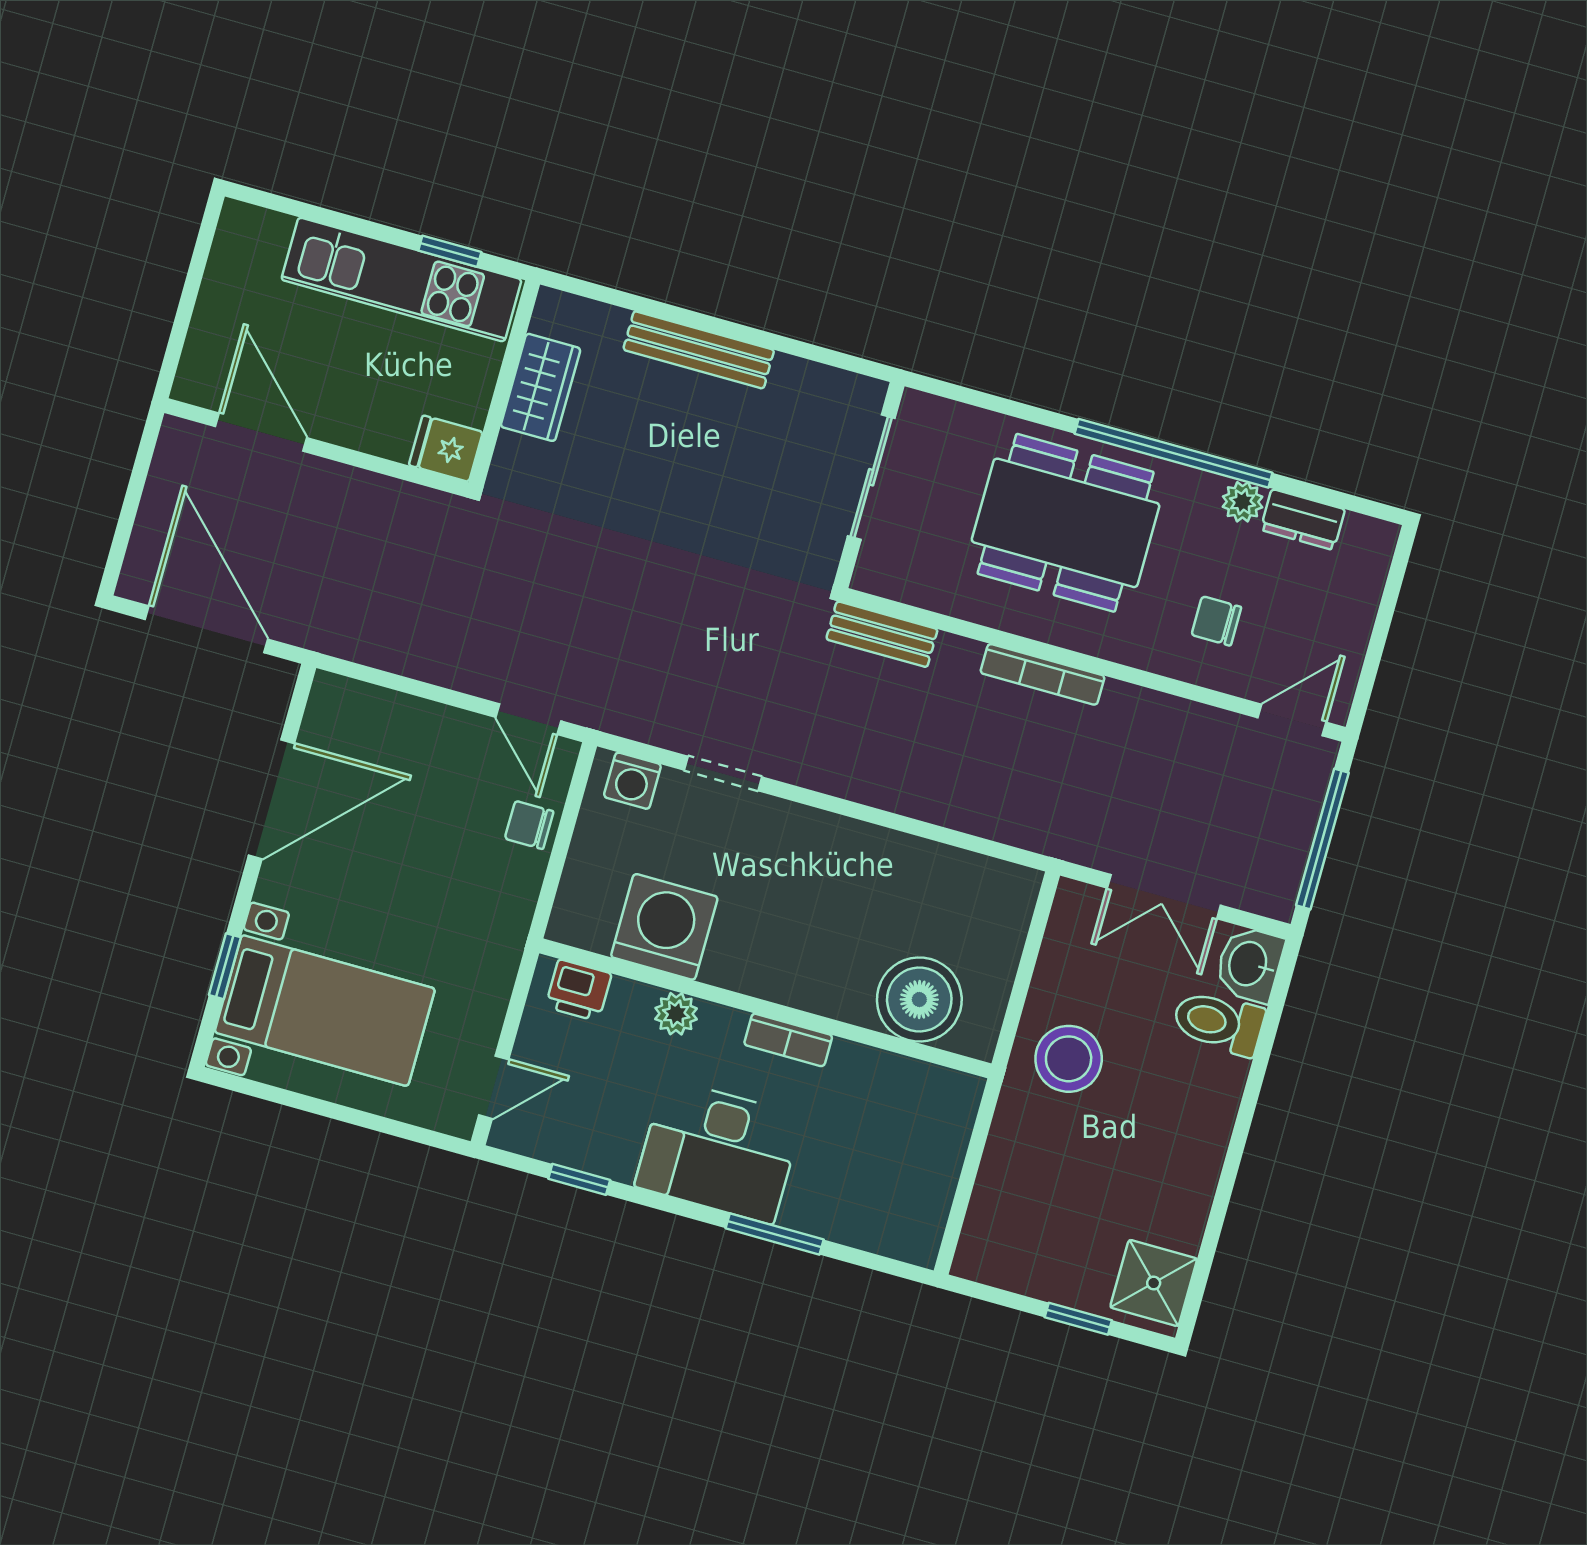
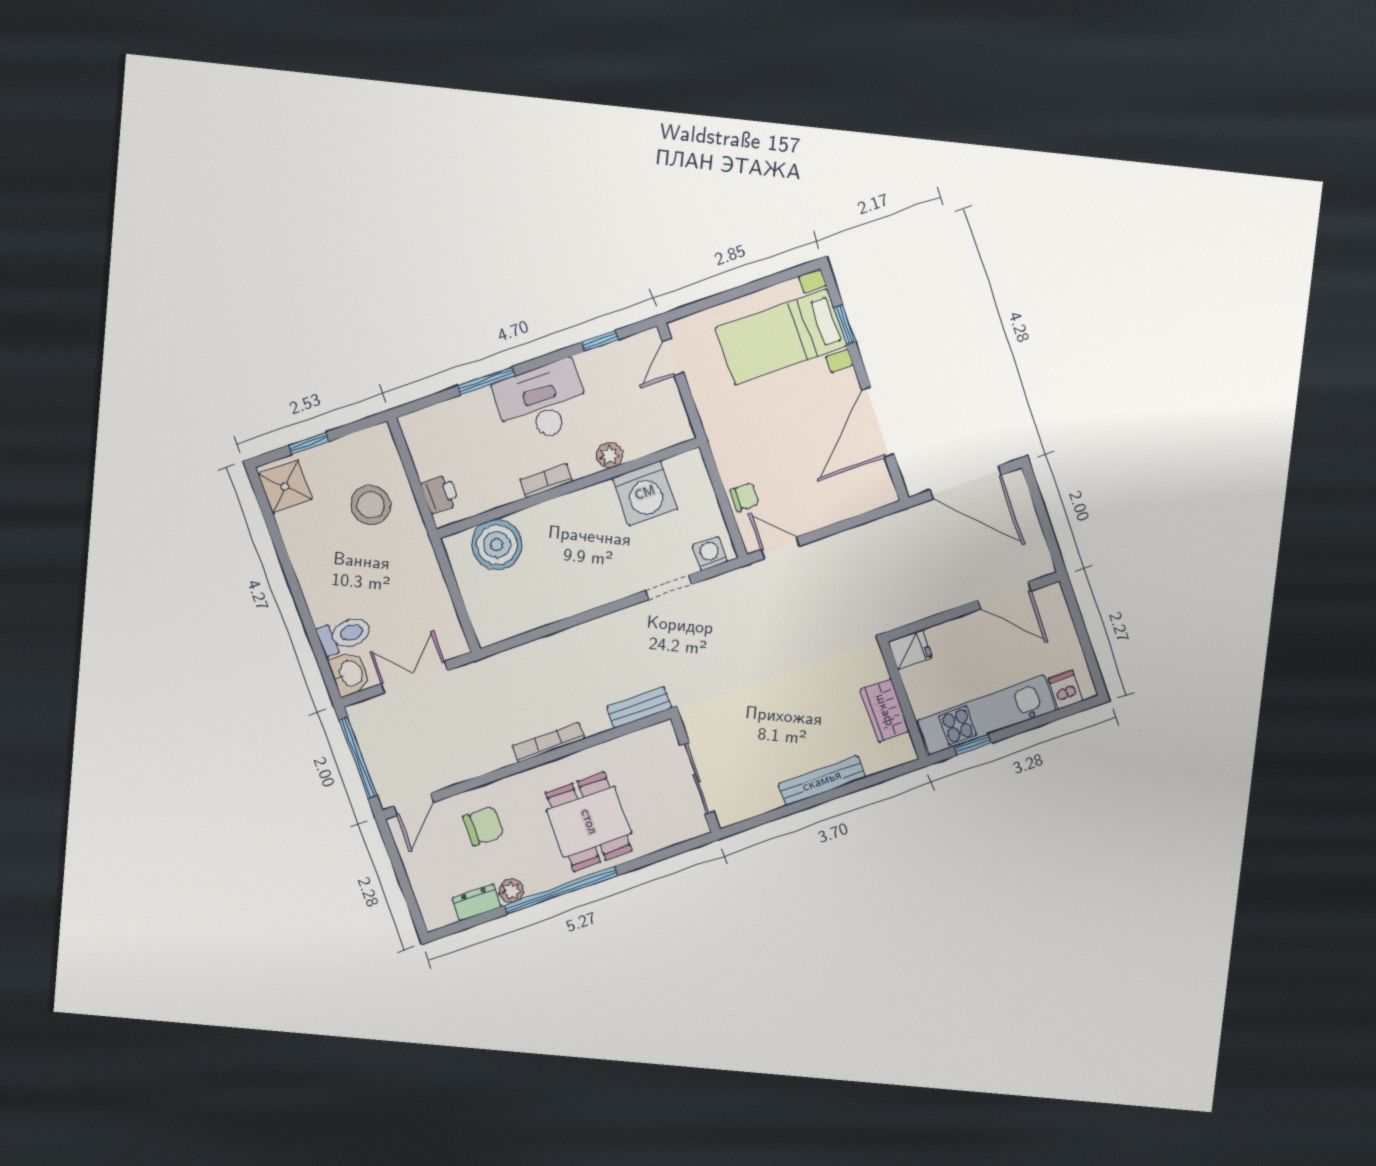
dishwasher: (265, 237) -> (1065, 690), added
dining table: (1066, 523) -> (589, 822), width x0.73
chair: (1216, 621) -> (484, 826), width x1.37, depth x1.37
printer: (578, 990) -> (440, 494), moved, turned 90
stool: (1069, 1059) -> (371, 505), moved

